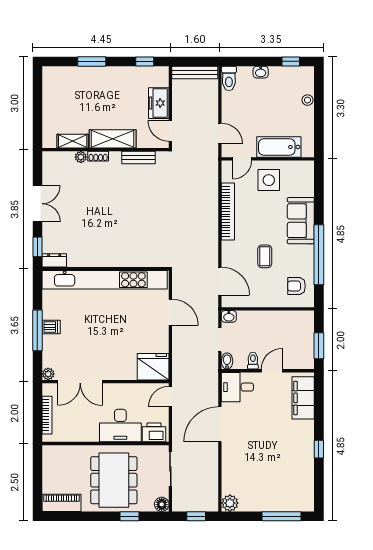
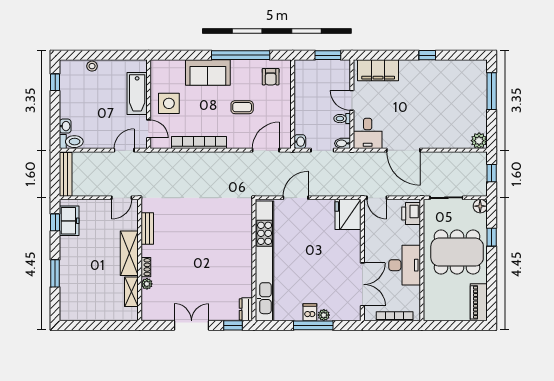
washbasin: (261, 72) -> (65, 126), moved
freezer: (159, 103) -> (69, 221), moved, turned -90
plant: (48, 374) -> (324, 315), moved
desk: (120, 426) -> (405, 265), moved

